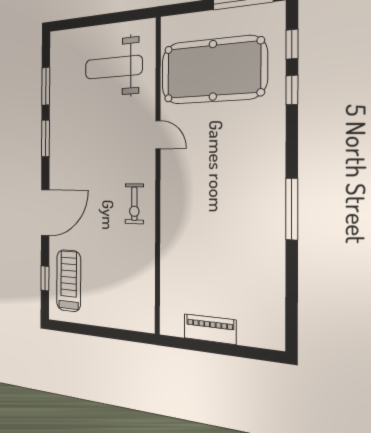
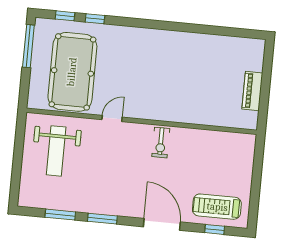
exercise bike: (134, 204) -> (161, 143), turned 90
window: (292, 209) -> (173, 26), removed

